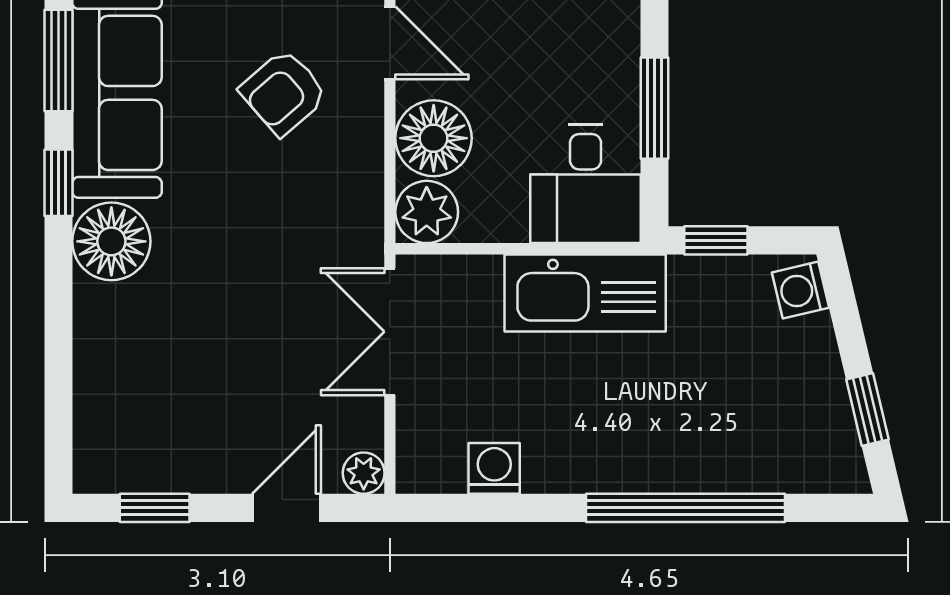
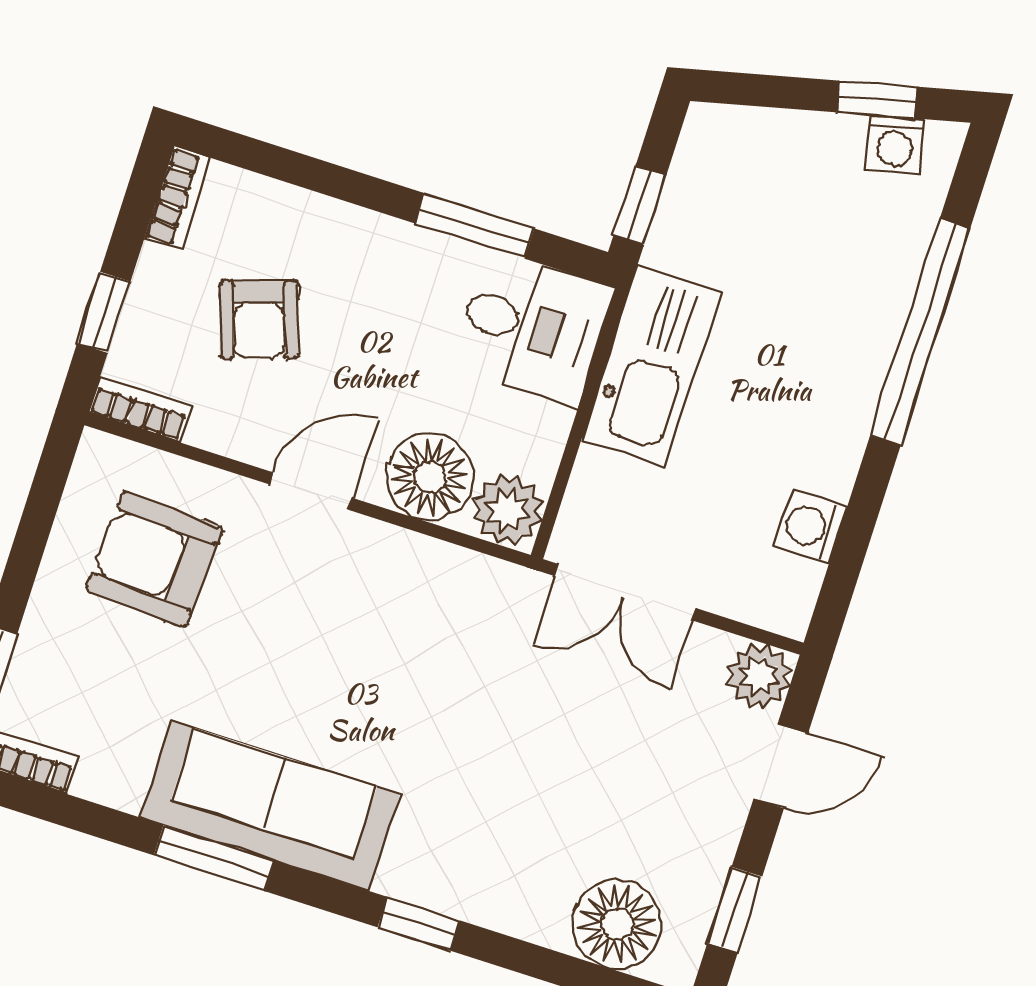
armchair: (284, 92) -> (328, 624), removed
window: (58, 183) -> (419, 924), moved
floor lamp: (111, 241) -> (617, 924), moved
washing machine: (800, 290) -> (895, 144), moved
plant: (364, 473) -> (759, 676), width x1.38, depth x1.38
door: (287, 508) -> (781, 766), swing flipped

